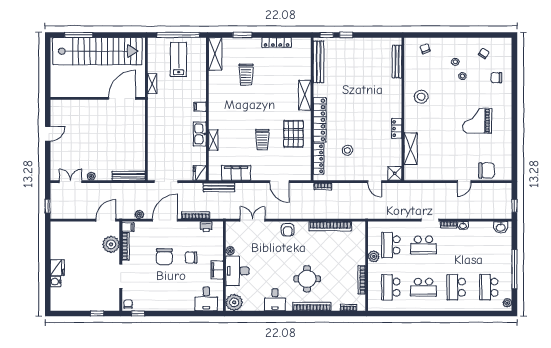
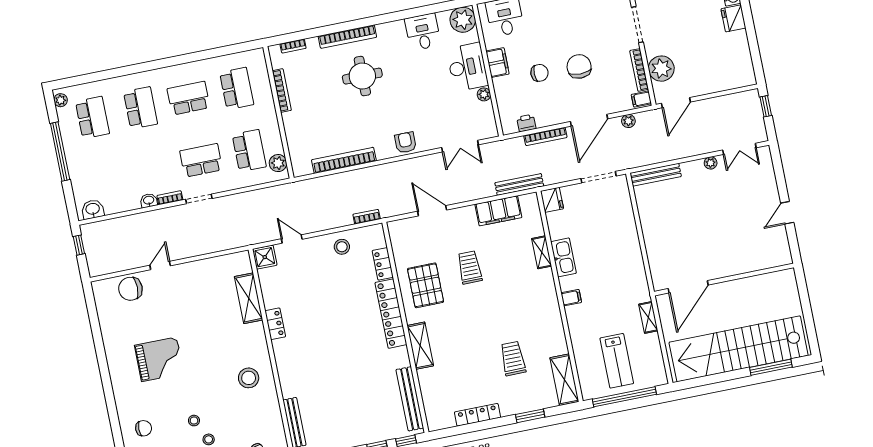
stool: (347, 150) -> (342, 247), moved
locker: (319, 159) -> (383, 264), width x0.66
plant: (374, 256) -> (278, 163), moved
desk: (275, 300) -> (423, 32), moved

